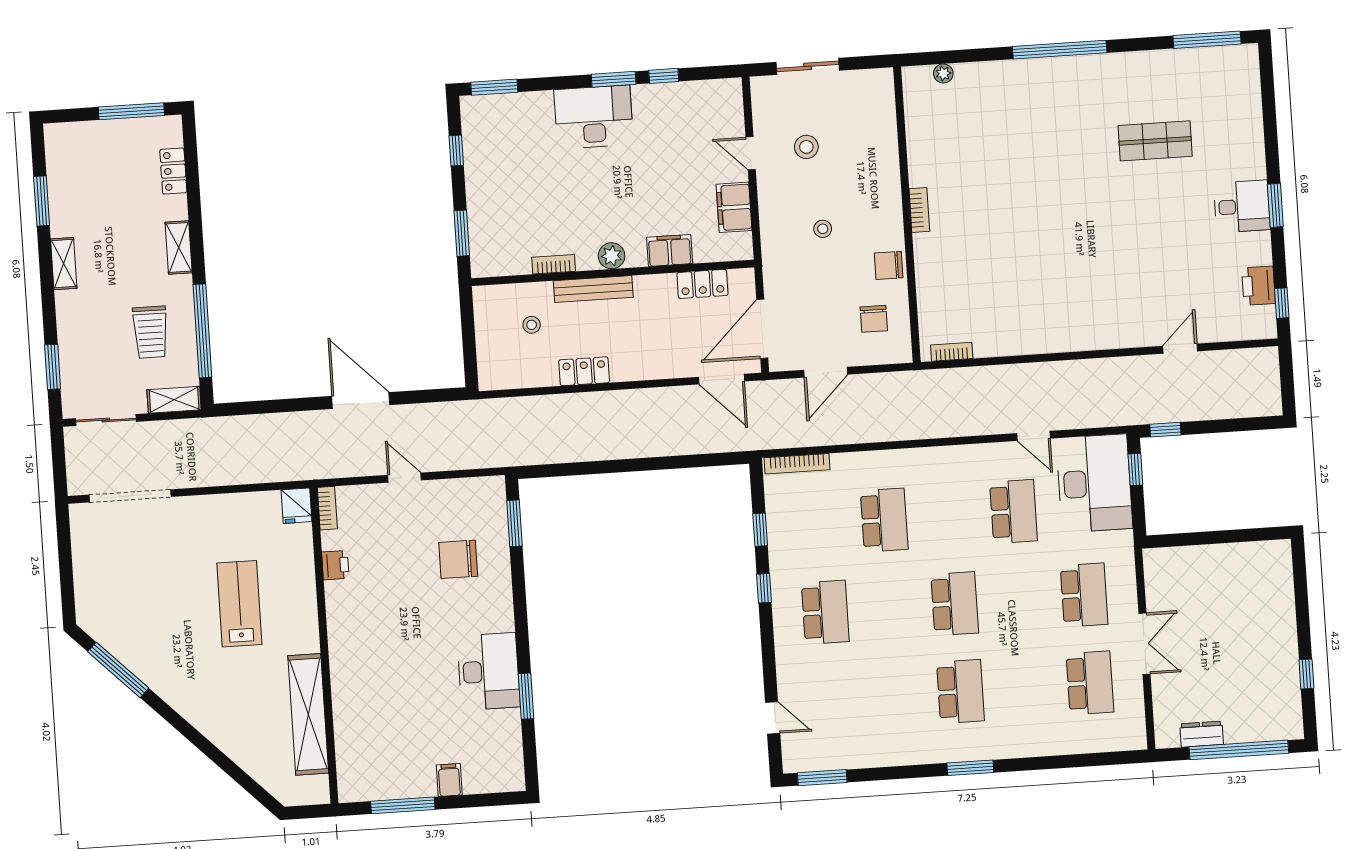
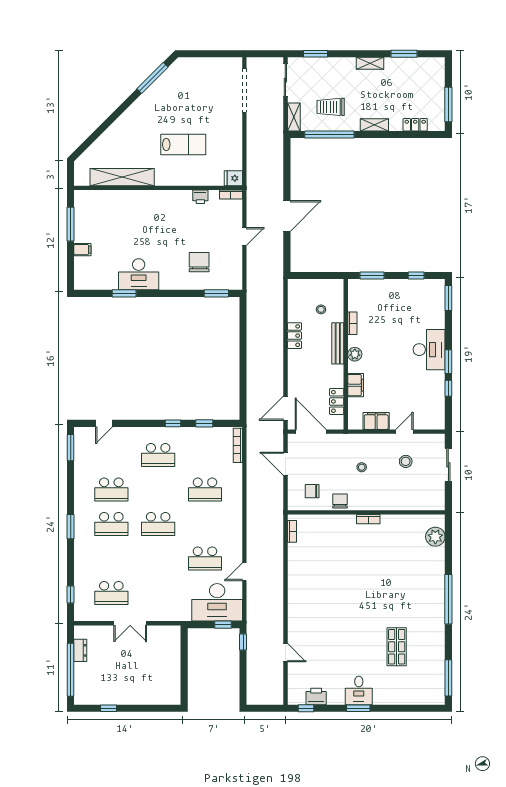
plant: (943, 73) -> (435, 537), width x1.88, depth x1.88
school desk: (1084, 595) -> (111, 490), moved
window: (1098, 759) -> (71, 595), added

